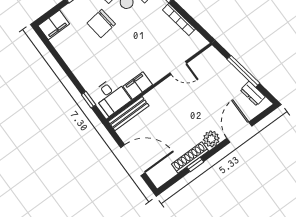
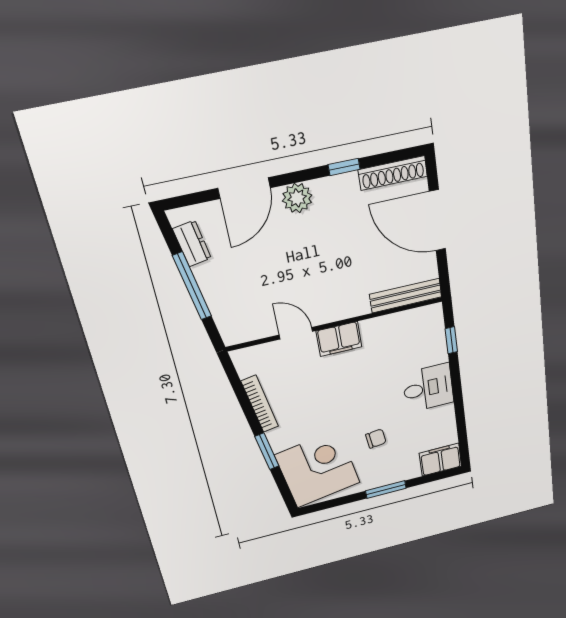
chair: (101, 24) -> (376, 439), width x0.54, depth x0.54
filing cabinet: (138, 86) -> (339, 339), moved
desk: (111, 96) -> (428, 388), moved, turned 90
shoe rack: (190, 157) -> (393, 173), moved

